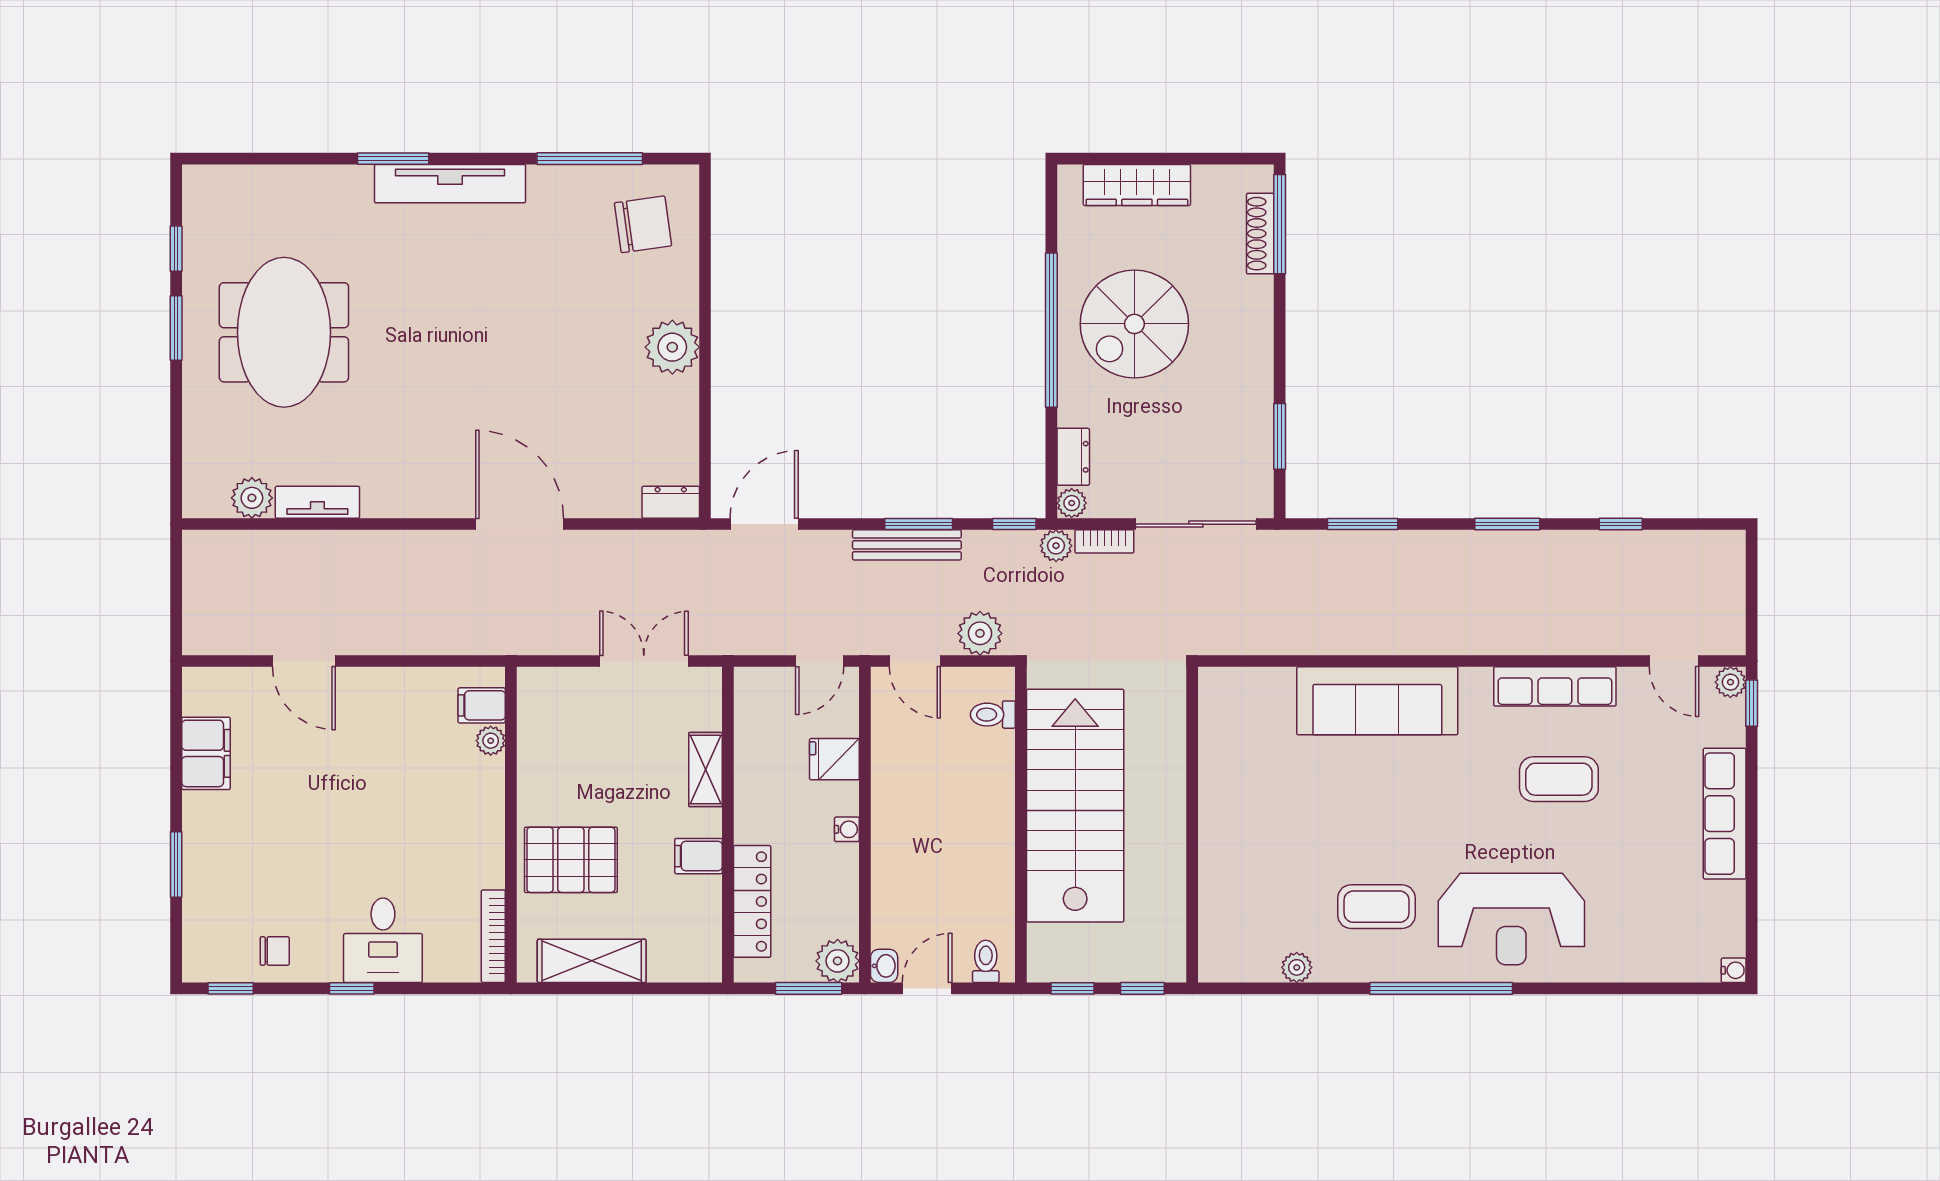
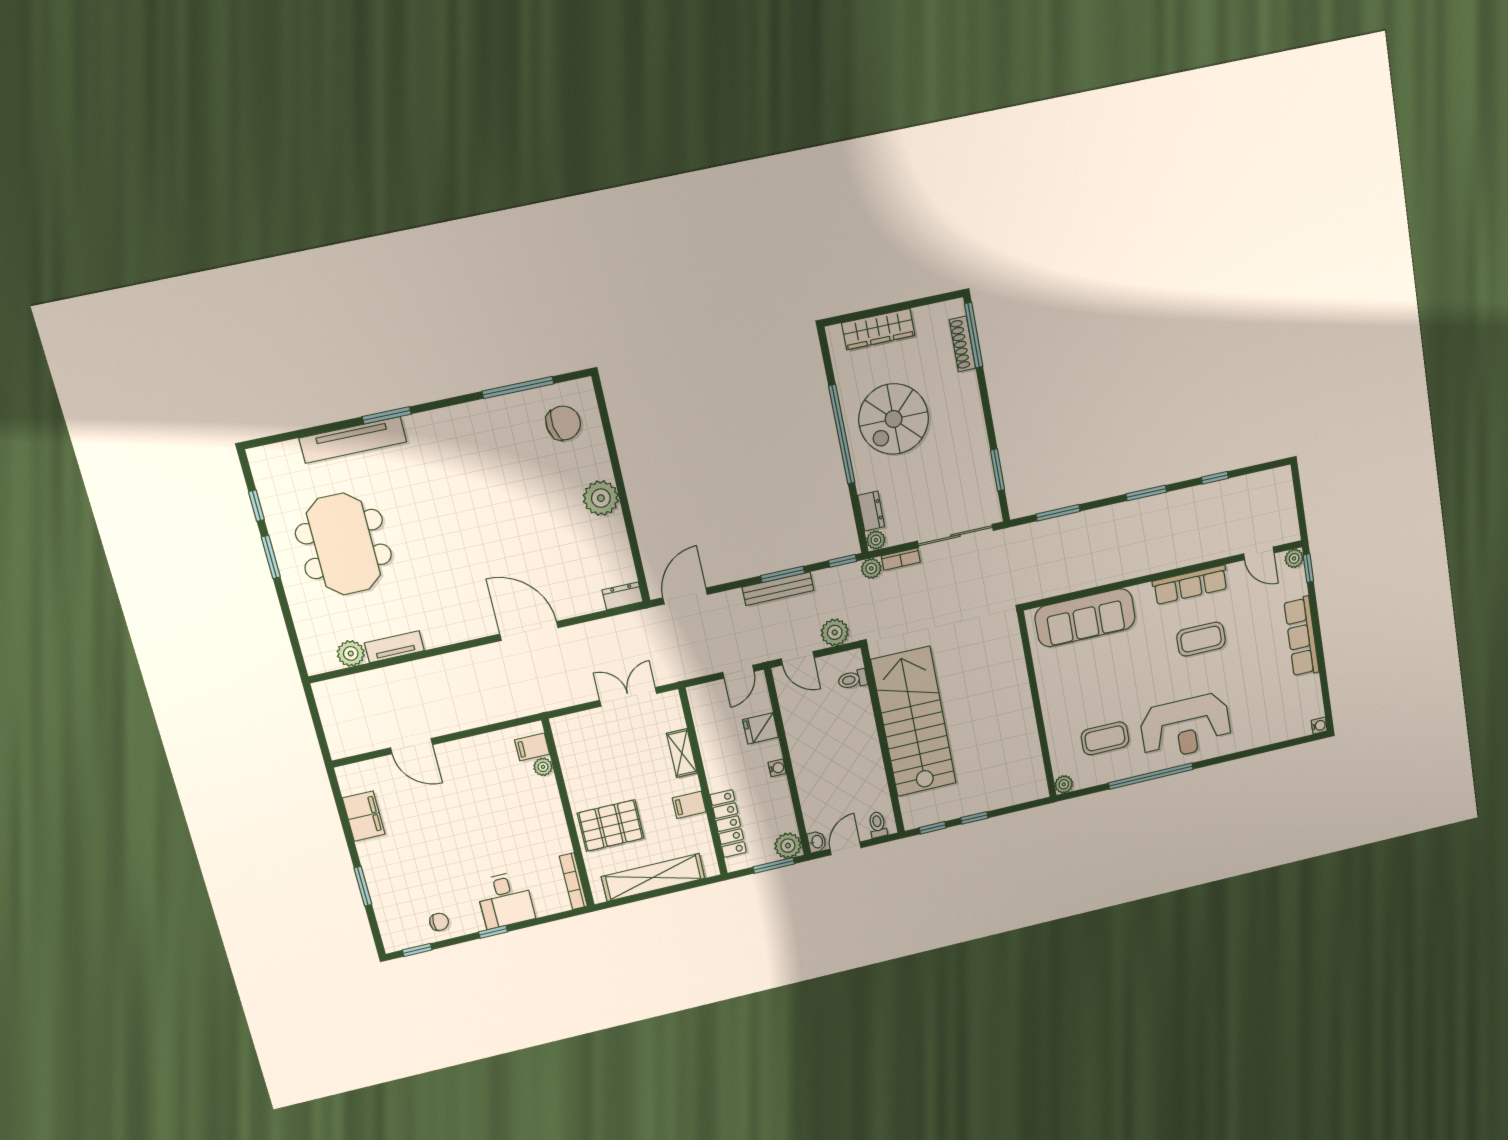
tv unit: (450, 184) -> (353, 440), moved
wall: (1192, 825) -> (1037, 705), moved
shelving: (592, 961) -> (653, 877), width x1.47

